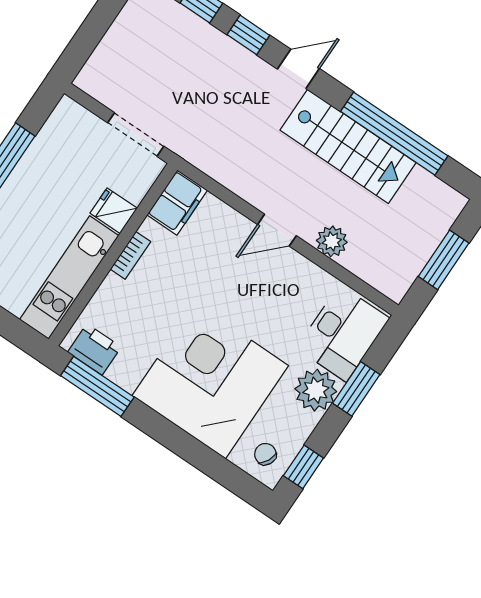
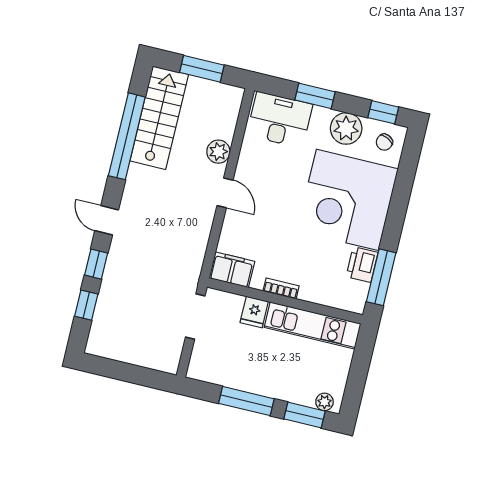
stairs: (348, 146) -> (159, 118), moved
printer: (94, 349) -> (362, 265), moved
plant: (316, 390) -> (346, 128), moved

